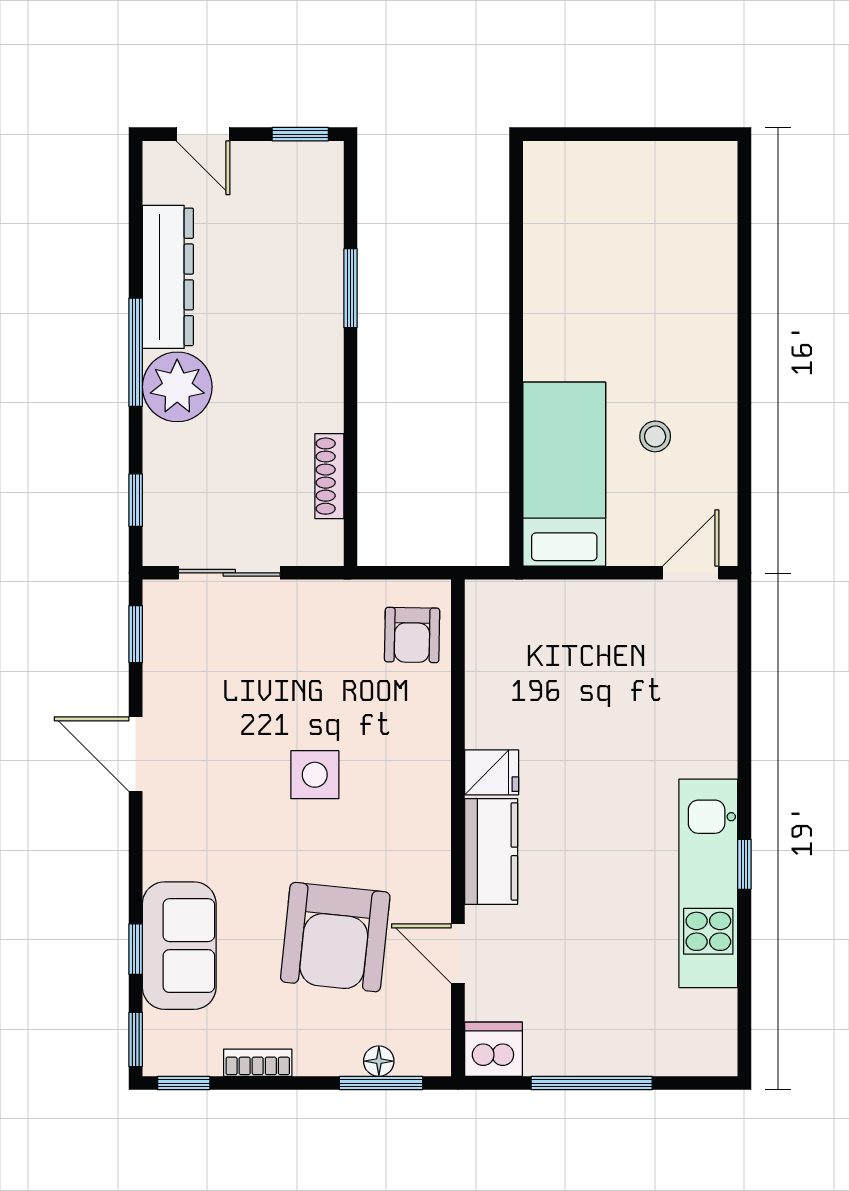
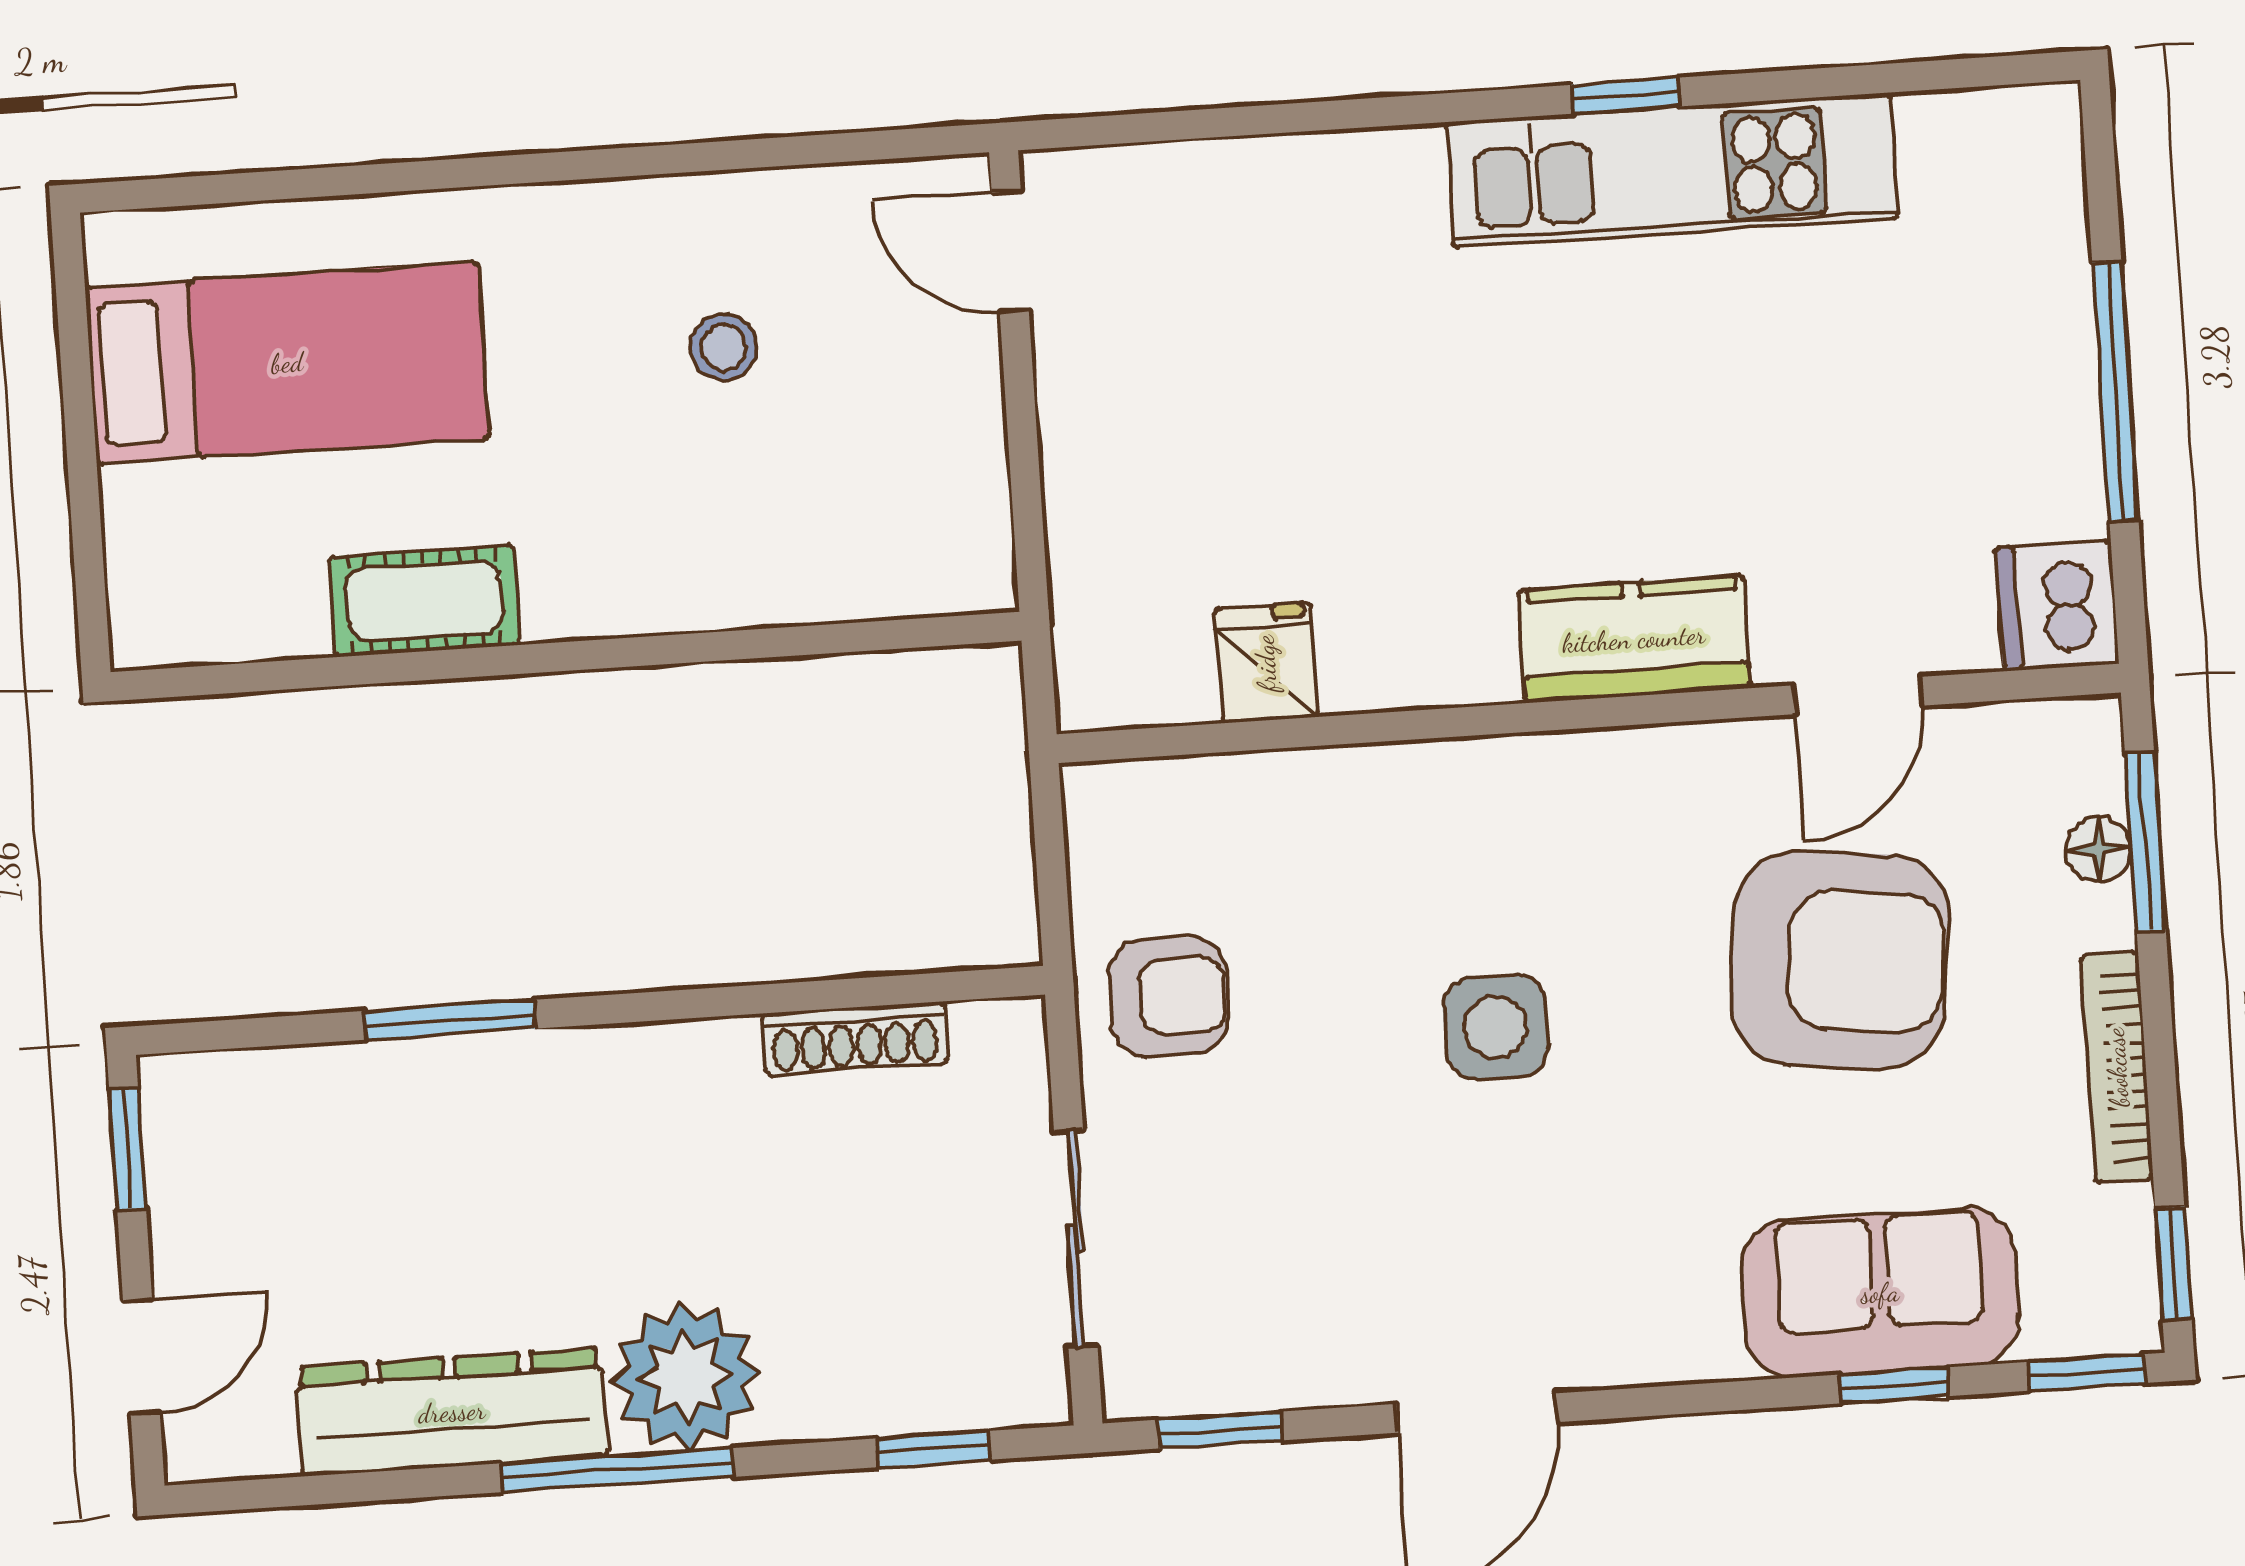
cot: (546, 289) -> (424, 601), added
bed: (564, 474) -> (287, 363), moved, turned 180
armchair: (412, 635) -> (1168, 997), moved
fridge: (492, 772) -> (1266, 663), moved
bookcase: (258, 1063) -> (2117, 1067), width x1.56

